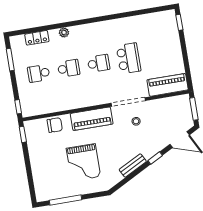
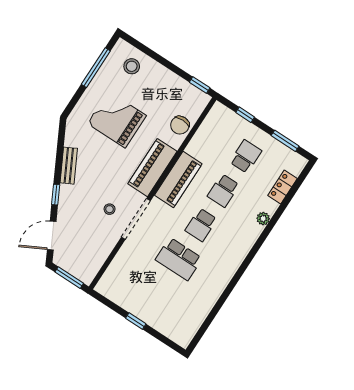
window: (179, 22) -> (136, 321), moved
piano: (168, 85) -> (178, 179), moved
window: (18, 107) -> (245, 115), moved
stool: (47, 181) -> (132, 66), added

